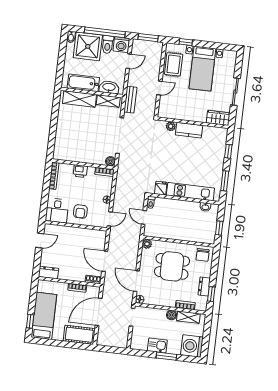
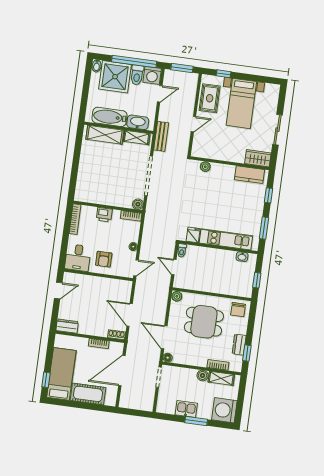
kitchen counter: (189, 130) -> (250, 175), moved
cot: (79, 335) -> (88, 394), moved

